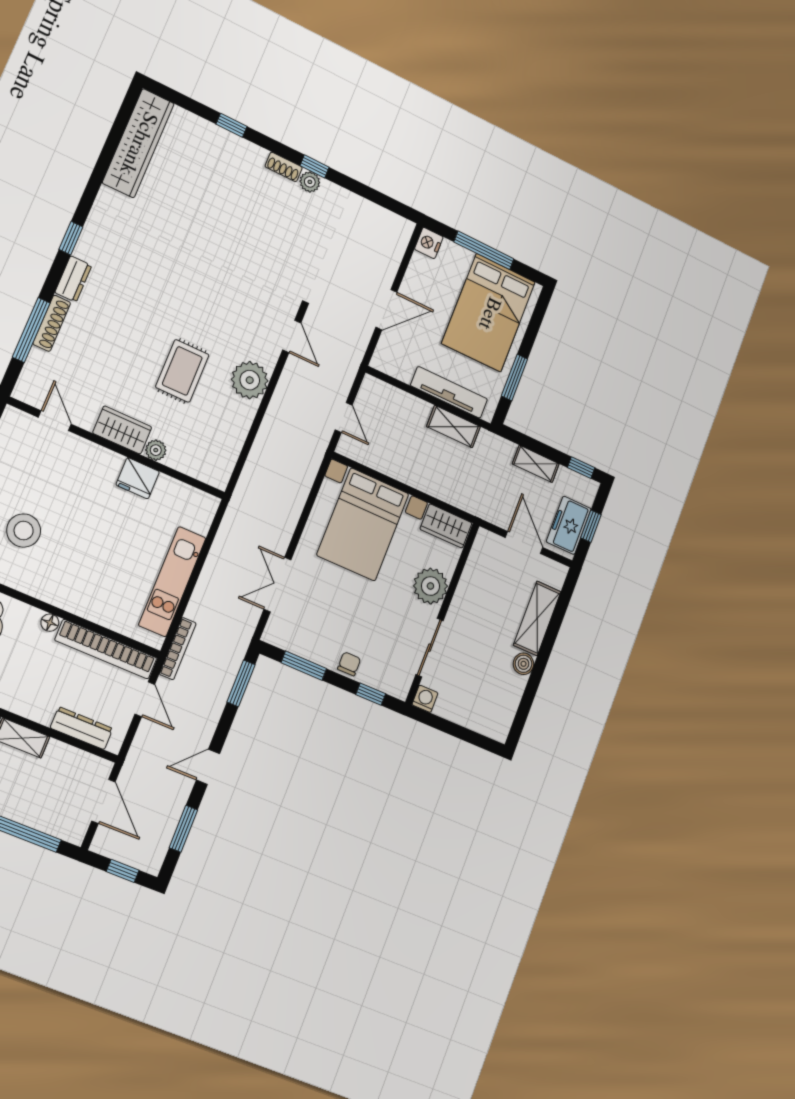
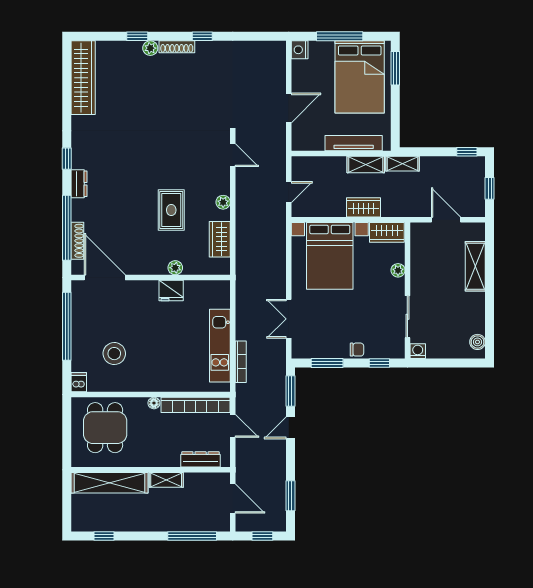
shoe rack: (284, 167) -> (177, 47), width x1.43
plant: (310, 182) -> (150, 48), moved
shoe rack: (52, 323) -> (77, 241), moved
window: (31, 330) -> (67, 228), width x1.46
window: (514, 377) -> (395, 68), moved
plant: (250, 380) -> (223, 202), width x0.53, depth x0.53
door: (344, 417) -> (289, 192), hinge flipped
door: (55, 421) -> (105, 277), width x1.88
wardrobe: (122, 430) -> (220, 239), moved, turned -90
shelving: (536, 464) -> (403, 164), moved
wardrobe: (429, 480) -> (363, 207), added
freezer: (569, 525) -> (473, 195), removed
plant: (430, 586) -> (398, 270), width x0.53, depth x0.53
bookcase: (178, 649) -> (241, 362), moved
chair: (349, 664) -> (357, 350), turned 90
boiler: (523, 664) -> (477, 342), moved
door: (208, 767) -> (290, 428), moved

